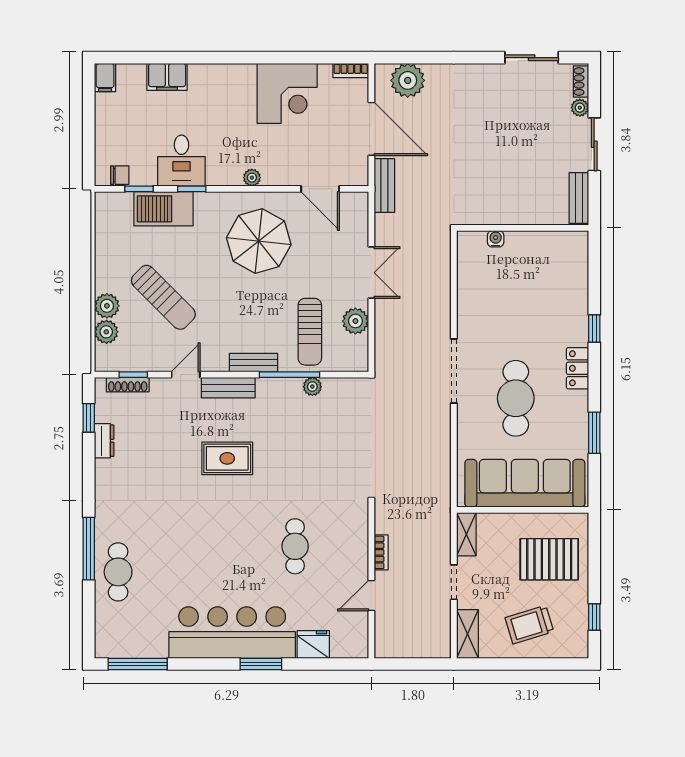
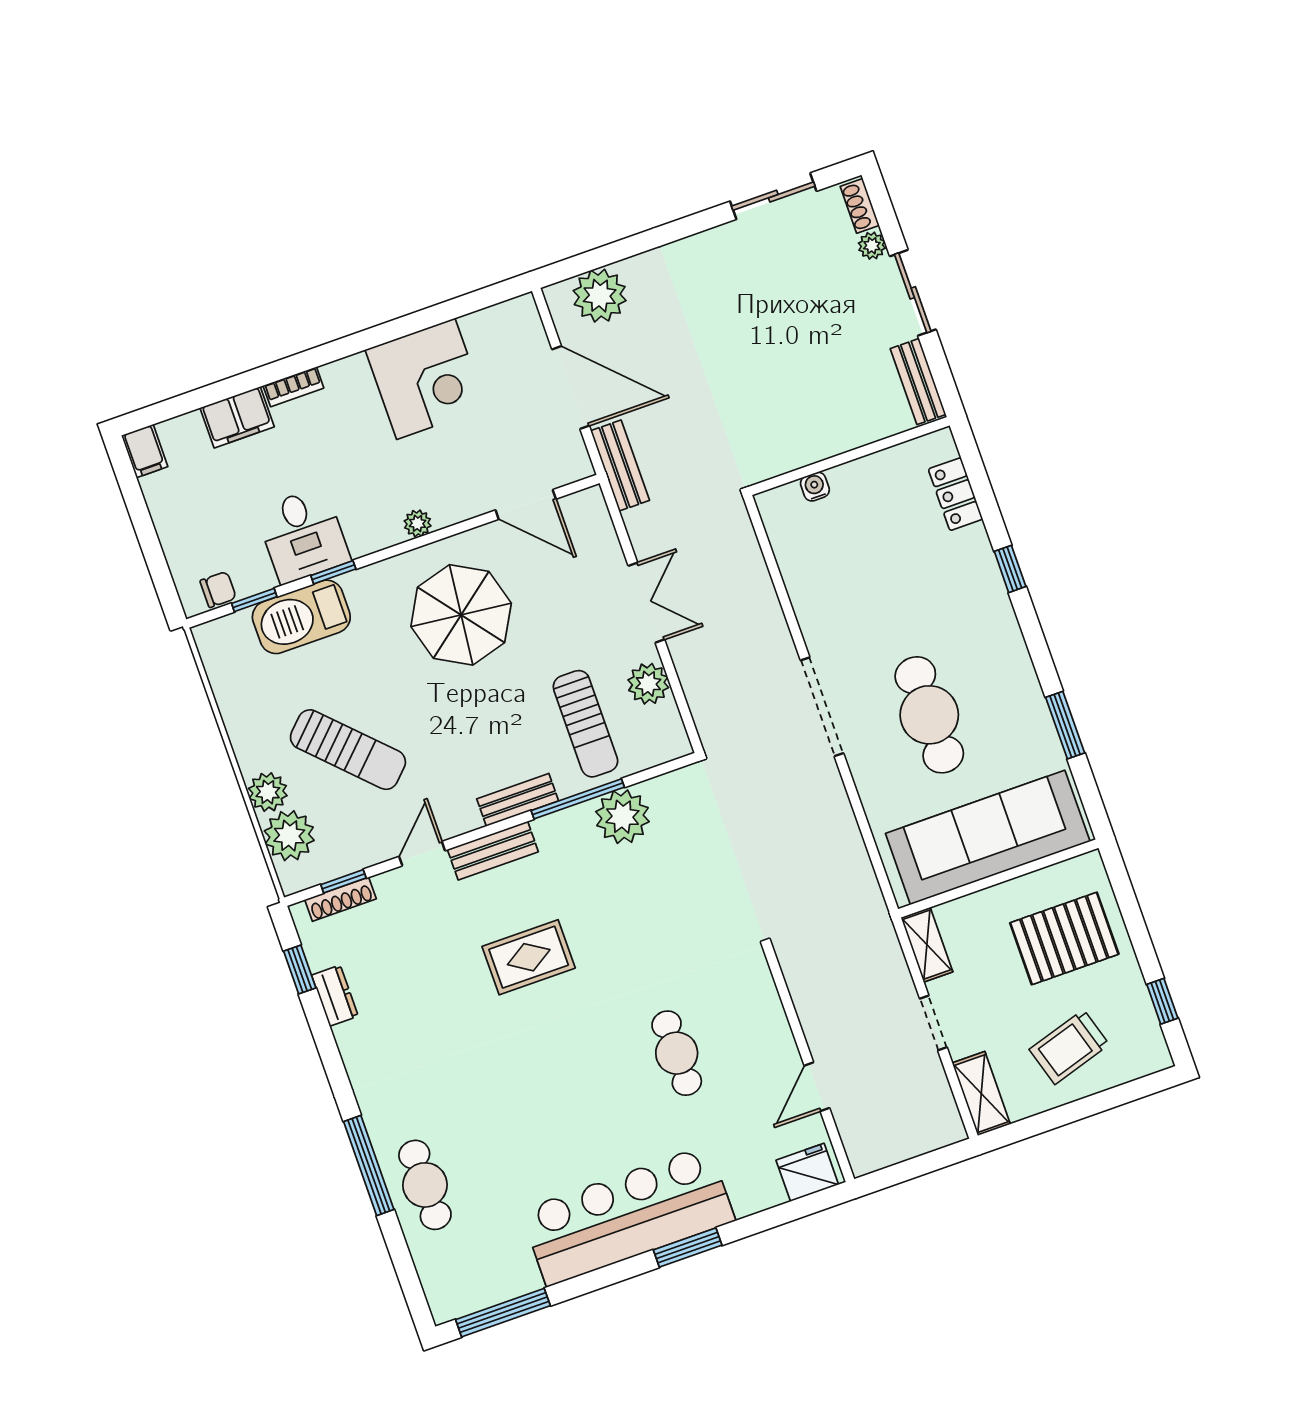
bookcase: (351, 71) -> (293, 387), moved
plant: (106, 332) -> (289, 836), width x1.36, depth x1.36
locker: (577, 368) -> (955, 494), moved
plant: (312, 387) -> (622, 817), width x1.88, depth x1.88
bookcase: (381, 552) -> (809, 1017), removed
fridge: (313, 644) -> (807, 1172), moved

